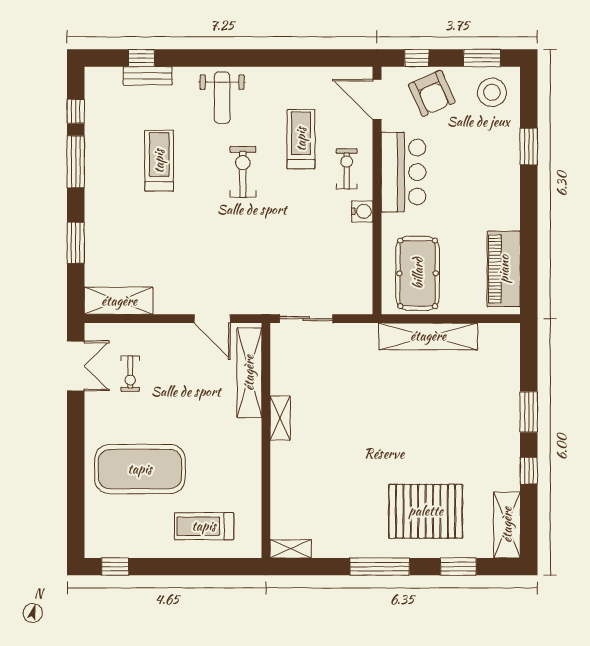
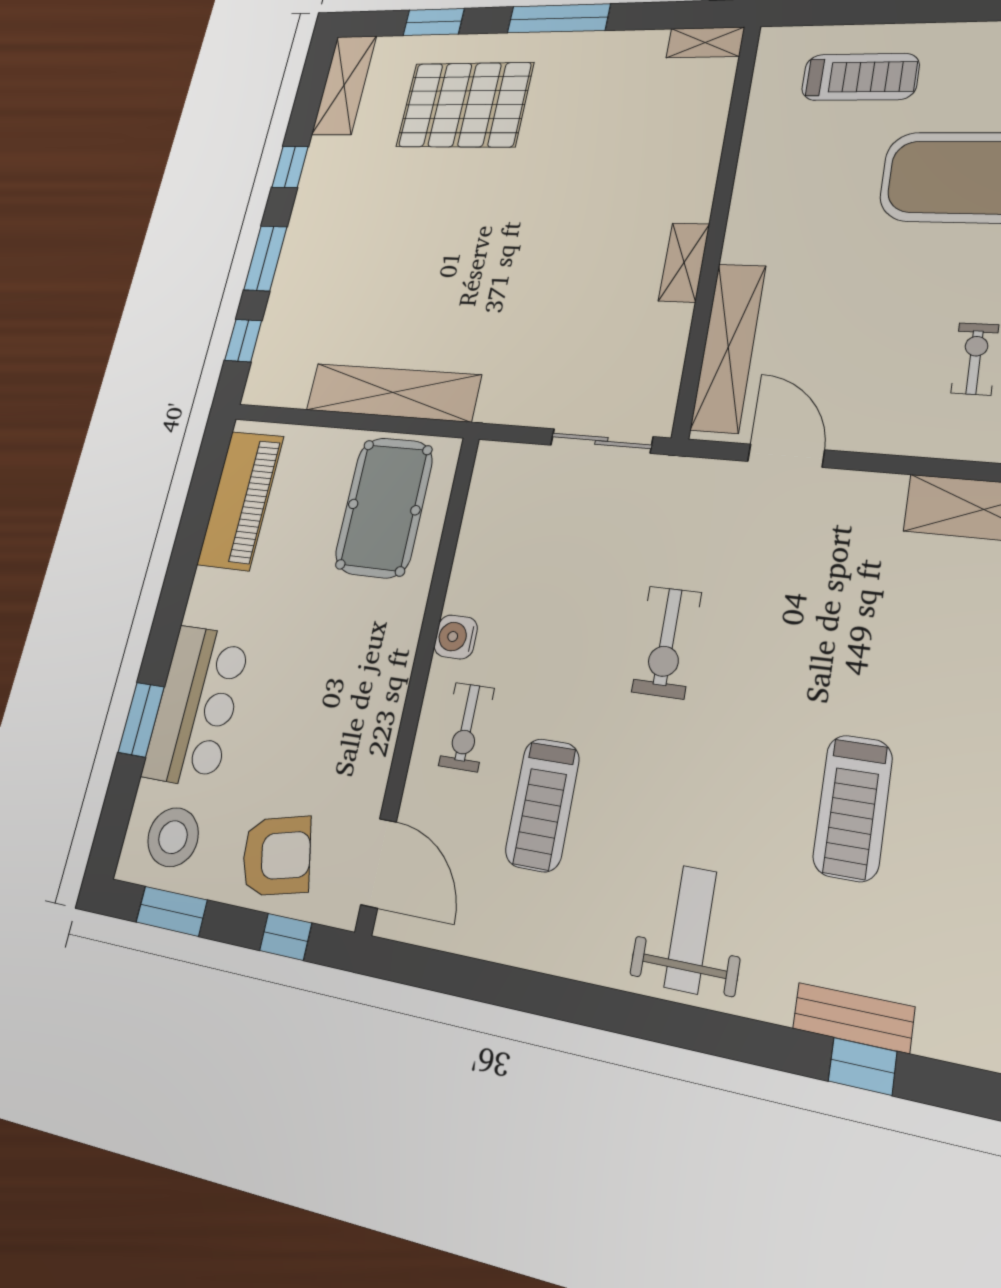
armchair: (432, 93) -> (277, 856), turned 101
exercise bike: (243, 172) -> (667, 642), moved
bar counter: (403, 172) -> (196, 706), moved, turned 180
window: (529, 361) -> (243, 341), added

